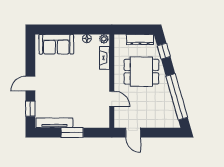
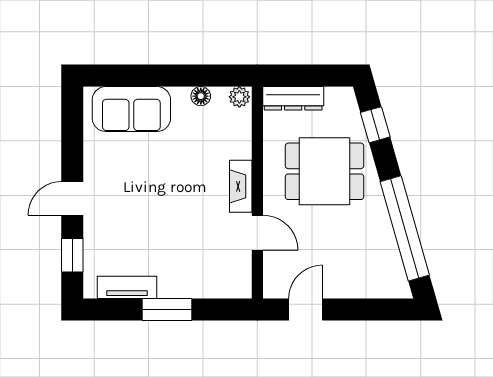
dresser: (140, 40) -> (293, 98), moved
fireplace: (105, 58) -> (241, 186), moved
tv unit: (54, 123) -> (127, 287), width x0.71
door: (133, 133) -> (306, 310), swing flipped

